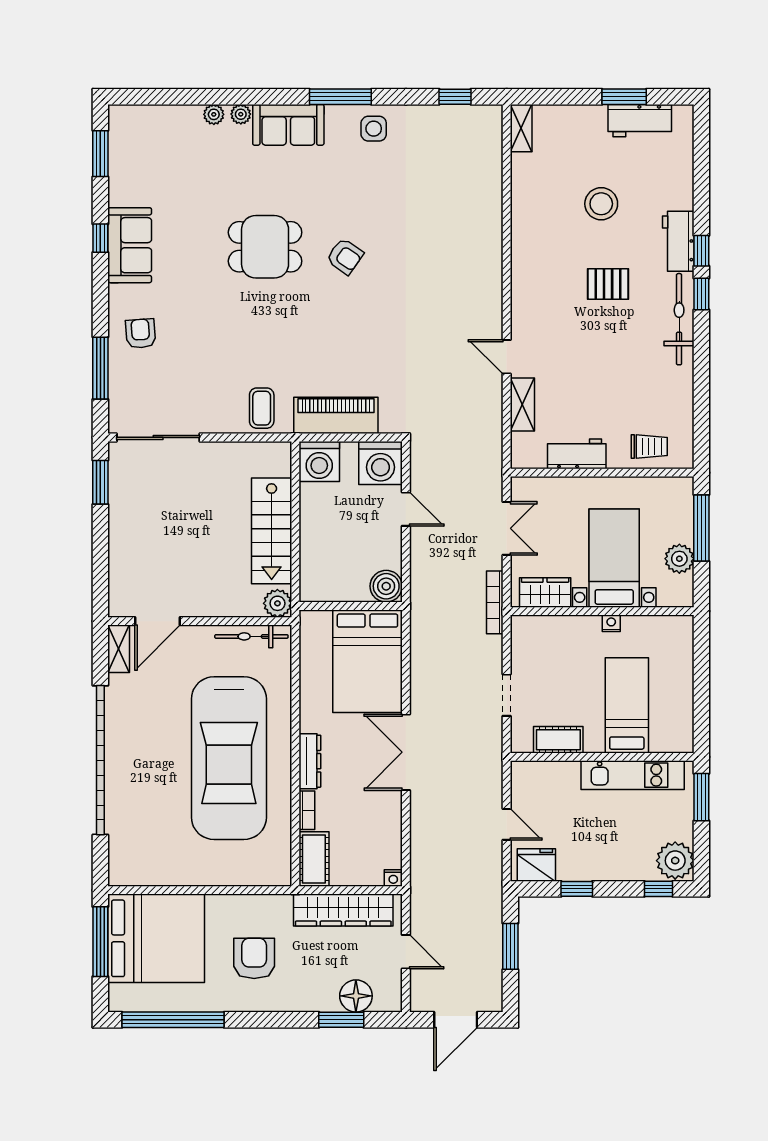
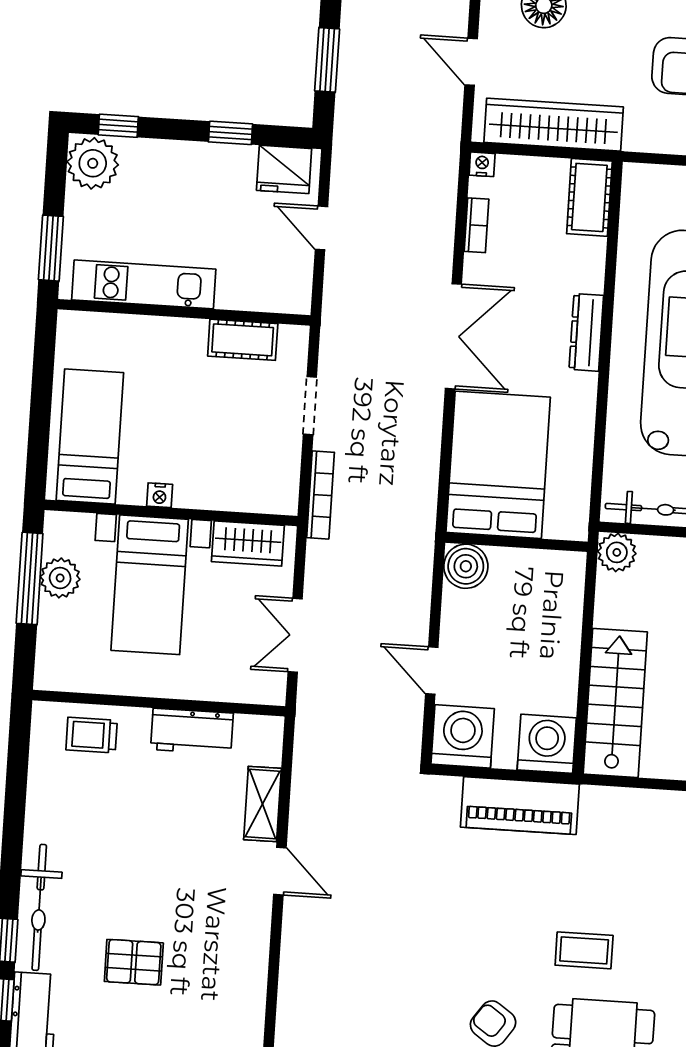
coffee table: (262, 408) -> (584, 950), moved, turned 90
window: (701, 528) -> (30, 578), moved
stairs: (272, 531) -> (615, 703), moved
bookcase: (495, 602) -> (321, 495), moved
bed: (627, 705) -> (90, 436), moved, turned 180
bookcase: (307, 810) -> (477, 225), moved, turned 180

